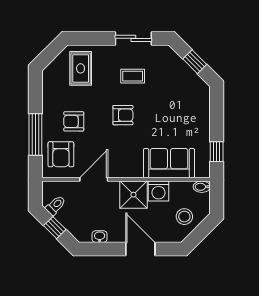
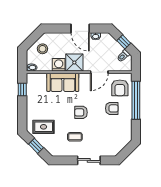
sliding door: (133, 38) -> (89, 160), moved
rug: (81, 68) -> (44, 127), moved, turned 90
window: (35, 135) -> (136, 100), width x1.46
armchair: (61, 154) -> (120, 88), turned 180
sofa: (169, 163) -> (63, 82), moved
door: (140, 249) -> (80, 28), moved

